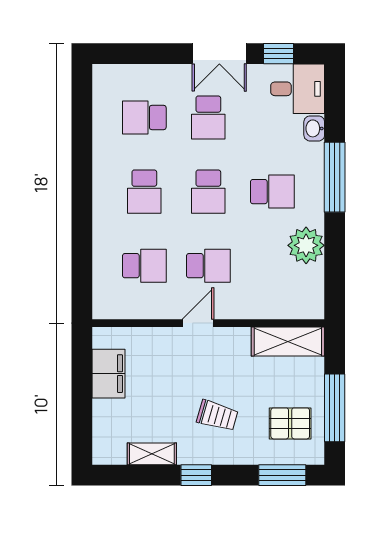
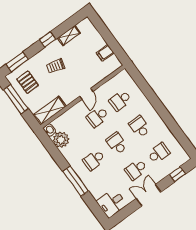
window: (279, 54) -> (177, 174), moved
school desk: (208, 117) -> (136, 170), turned -90
washbasin: (314, 128) -> (49, 130), moved
plant: (306, 245) -> (61, 140), moved
filing cabinet: (108, 374) -> (105, 53), width x0.50
pallet: (290, 423) -> (28, 82), turned 90

